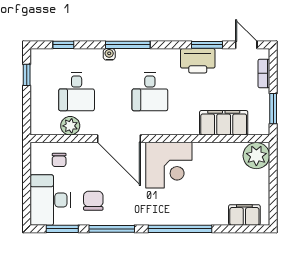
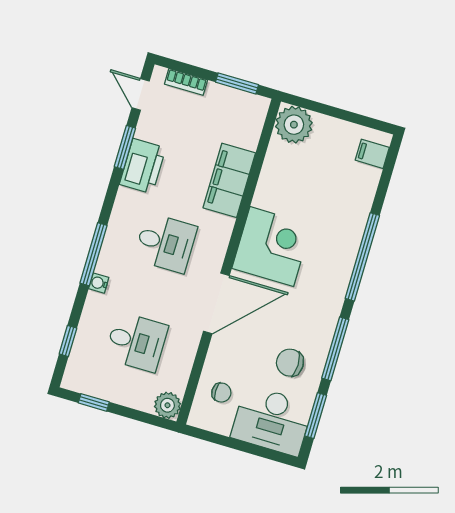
door: (246, 45) -> (141, 94), hinge flipped
filing cabinet: (224, 123) -> (229, 180), moved
plant: (70, 126) -> (167, 405), moved
filing cabinet: (244, 215) -> (372, 154), width x0.50

